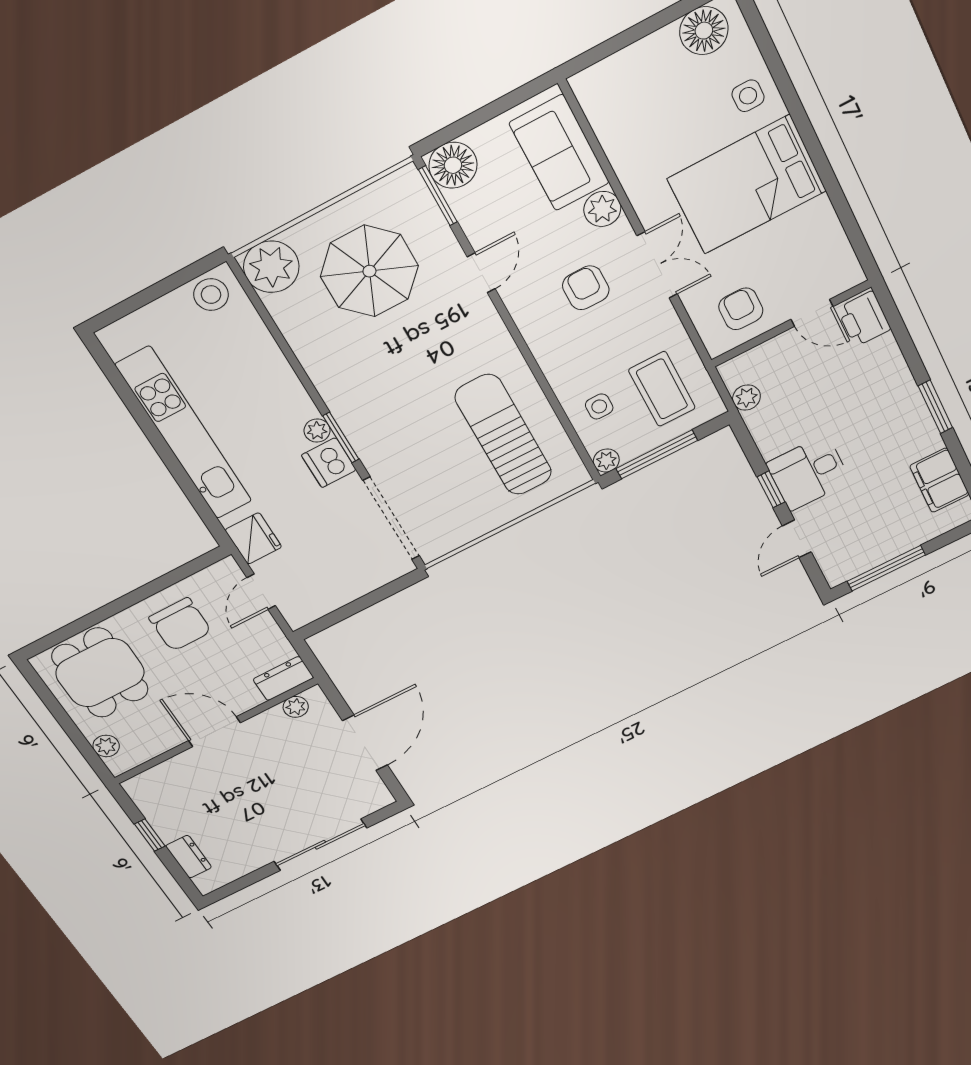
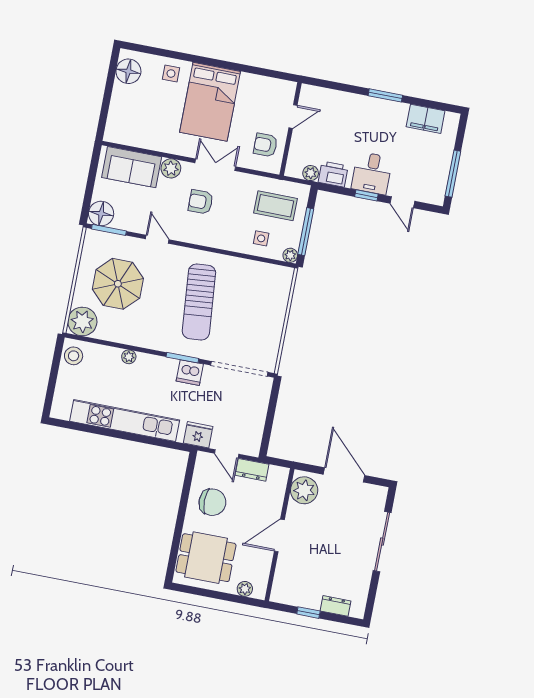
printer: (864, 319) -> (333, 174), moved, turned 180
plant: (317, 431) -> (129, 357), moved
sun lounger: (503, 435) -> (199, 302), moved, turned -95
dresser: (283, 678) -> (252, 470), moved, turned -90
plant: (296, 707) -> (304, 490), width x1.87, depth x1.87

